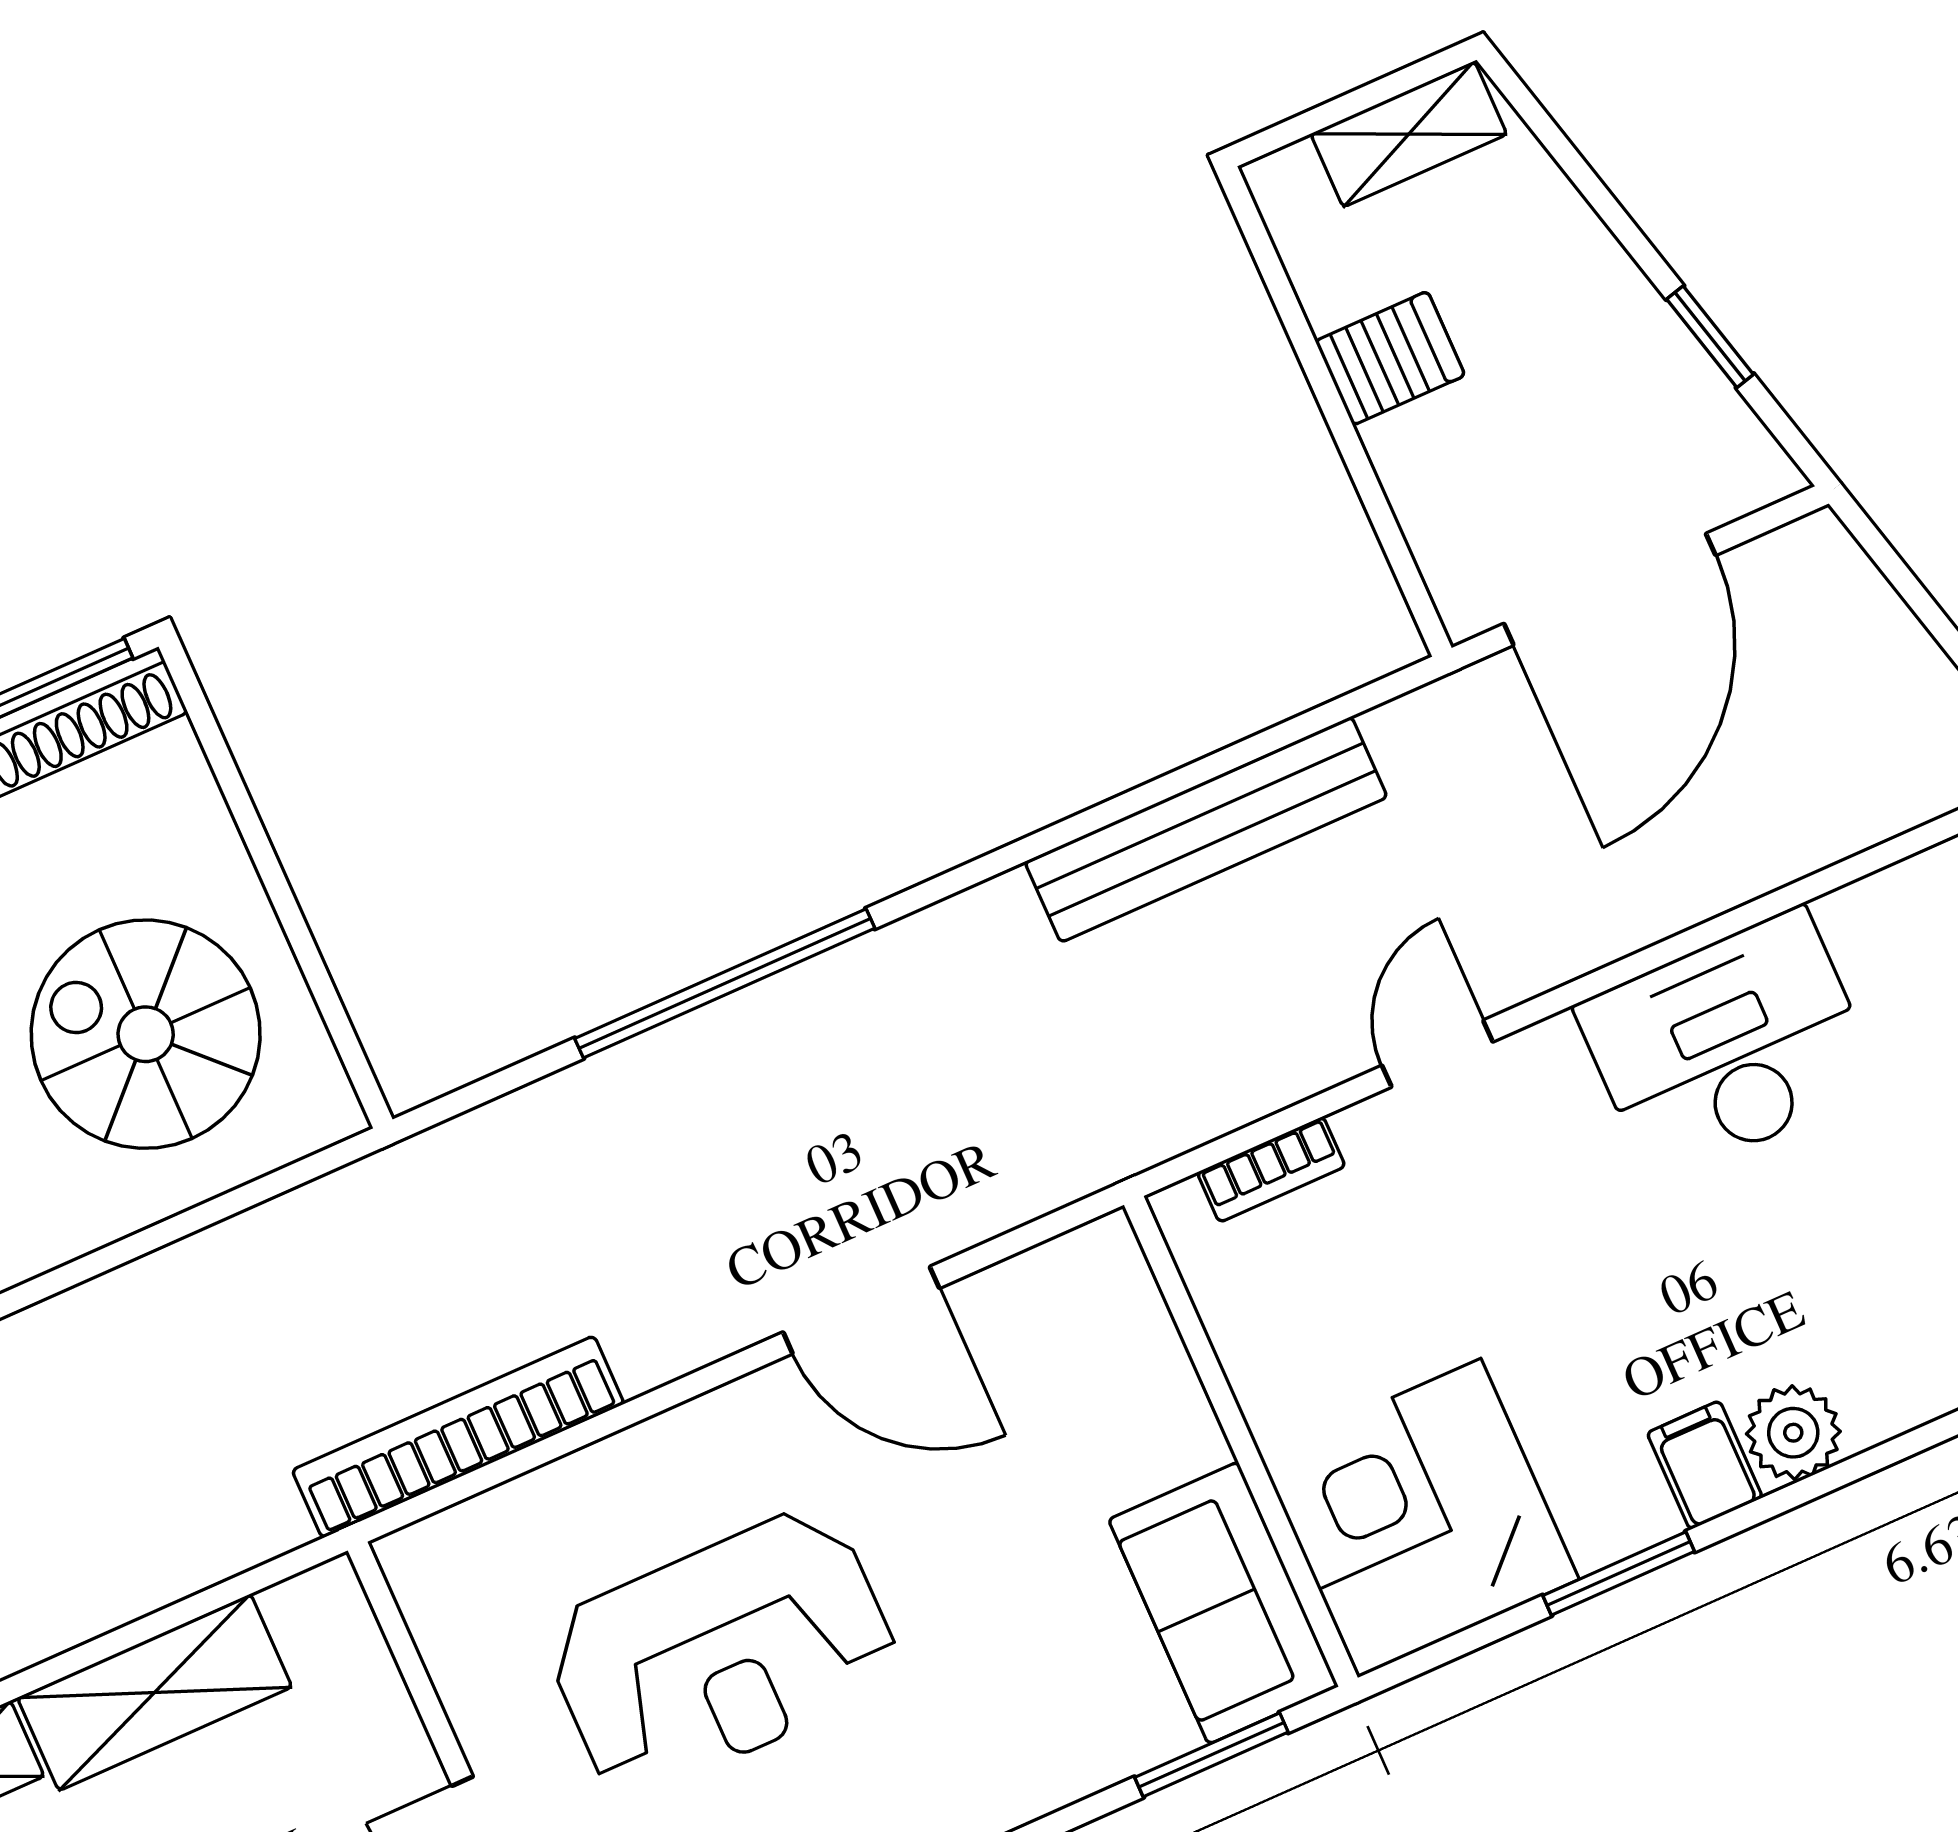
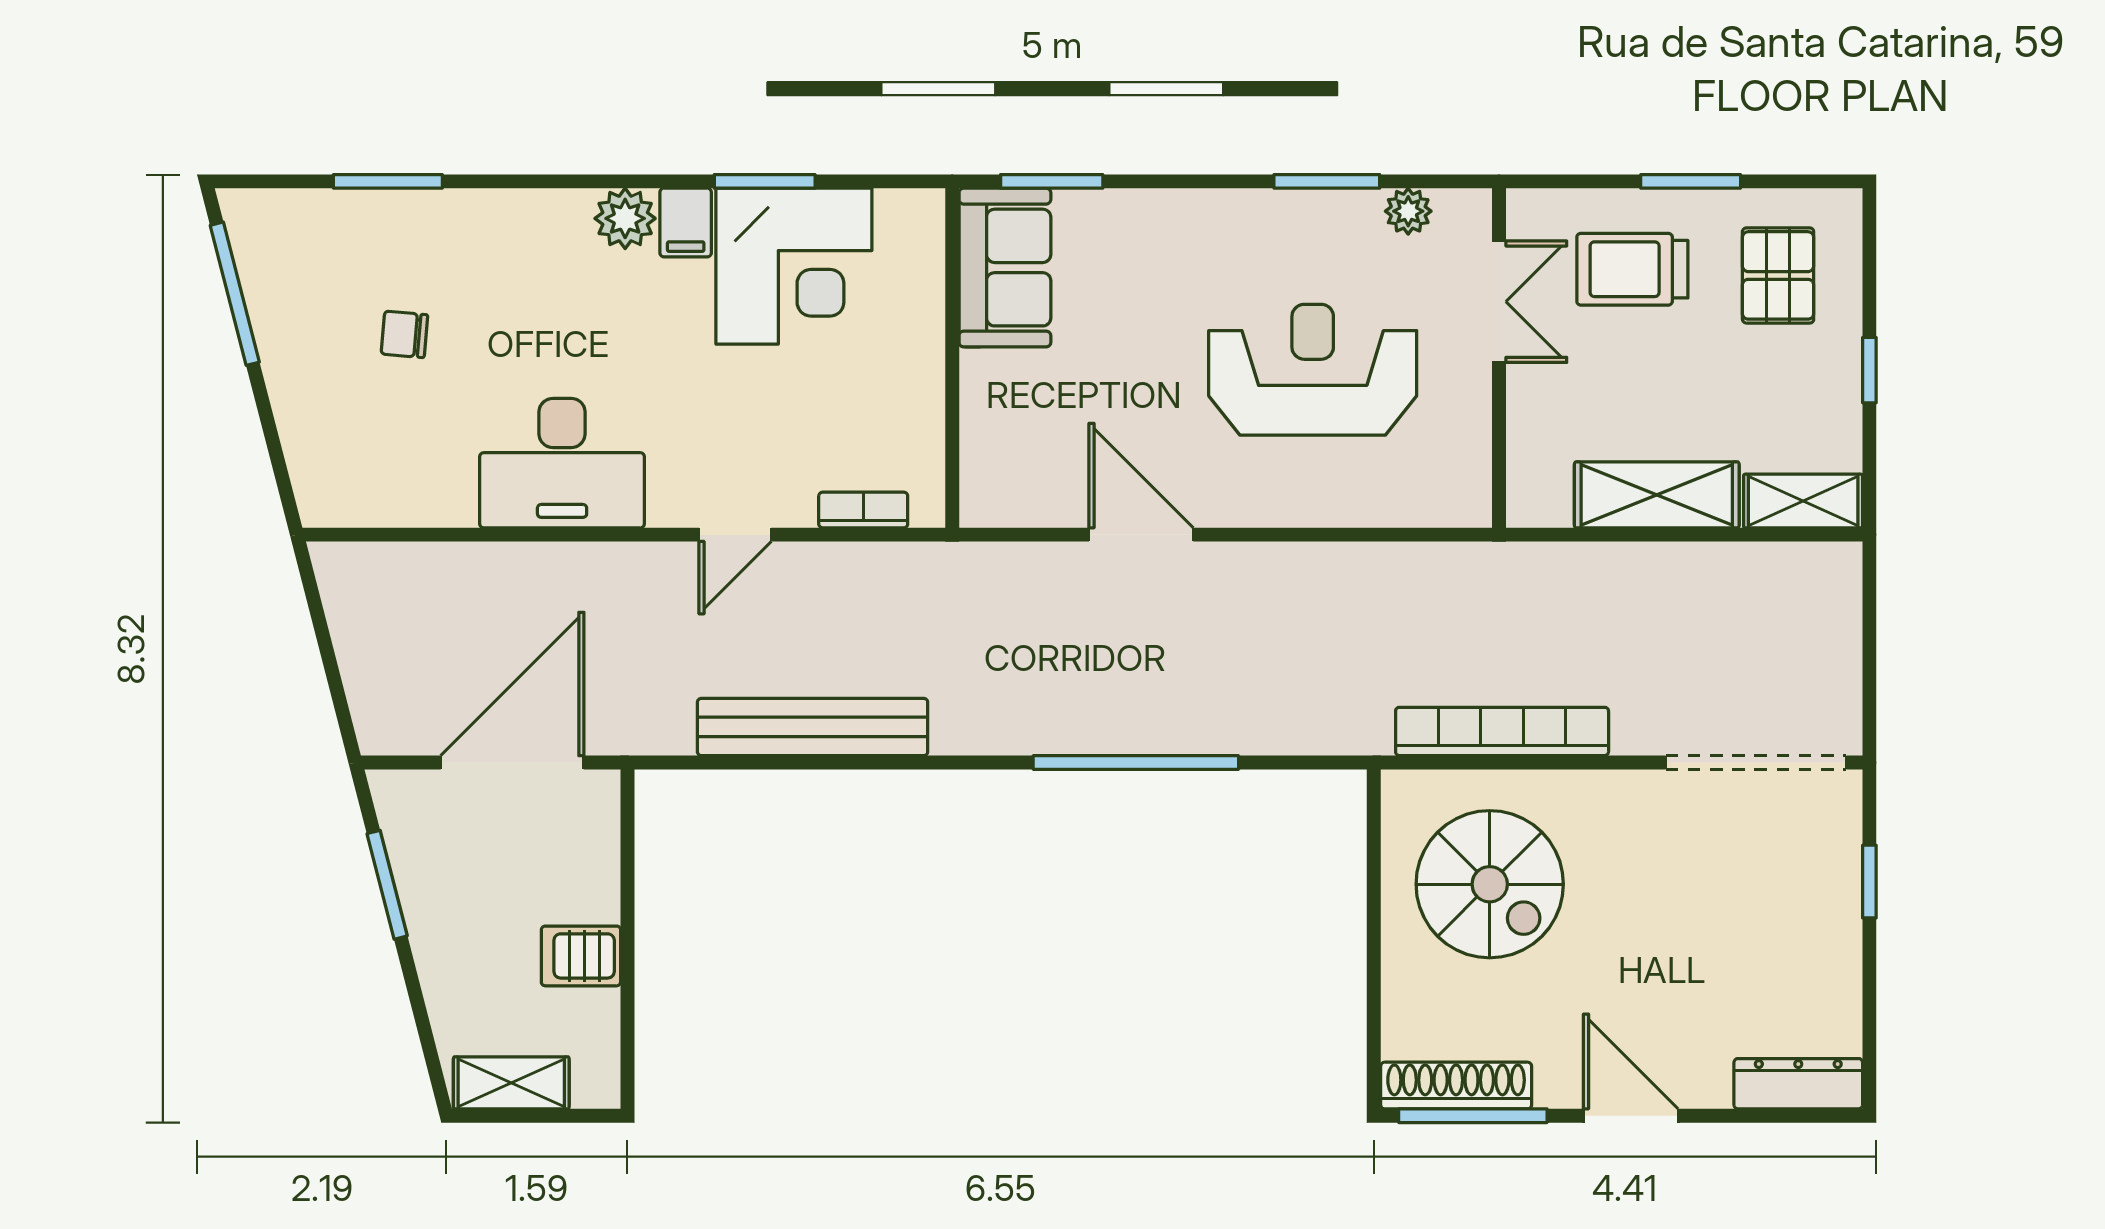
window: (1710, 337) -> (387, 885), width x1.50
bookcase: (458, 1437) -> (1502, 731), moved, turned 180
corner desk: (1419, 1518) -> (794, 266), moved

